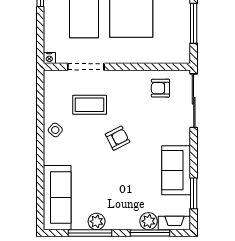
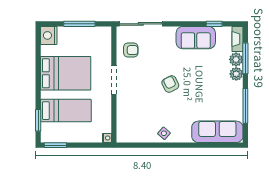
doorway: (86, 67) -> (114, 80), moved
armchair: (160, 88) -> (131, 50), turned -90
coffee table: (90, 105) -> (144, 106), removed
window: (194, 193) -> (214, 24), width x0.67
plant: (97, 221) -> (236, 74), moved

